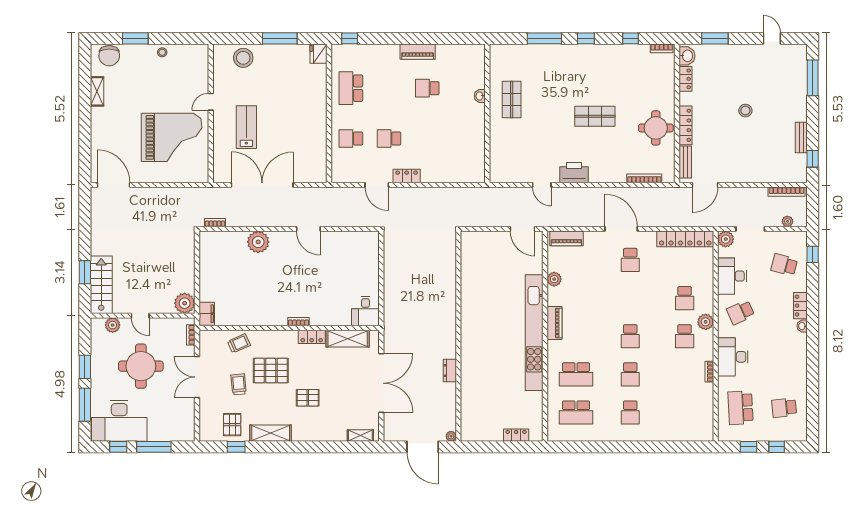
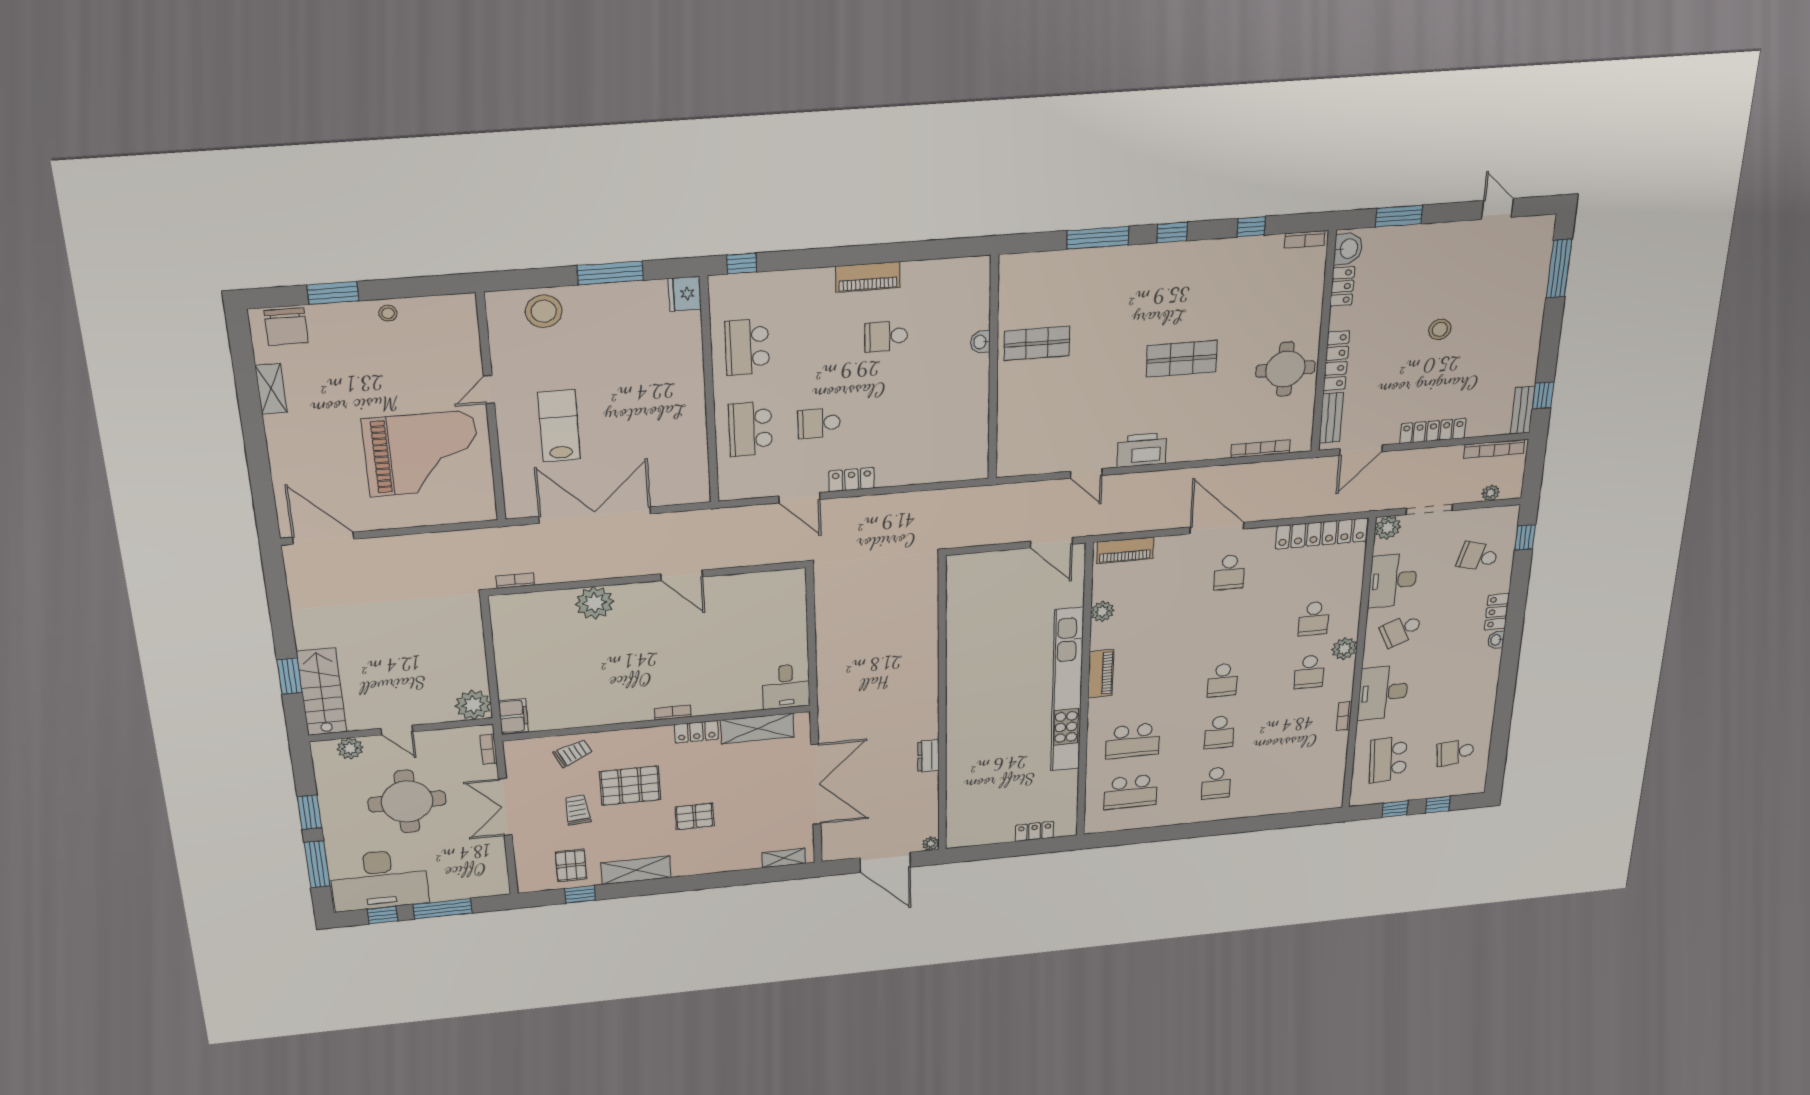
shop shelf: (512, 100) -> (1037, 343), turned 90
bench: (801, 138) -> (1523, 410), moved
school desk: (351, 139) -> (750, 429), width x1.85
locker: (748, 176) -> (1433, 431), added

